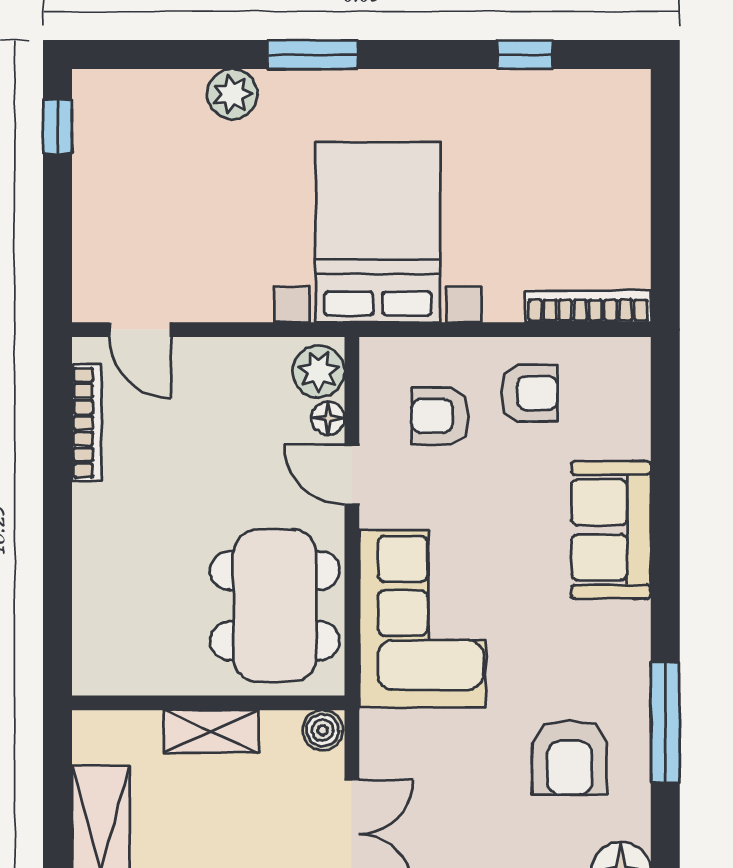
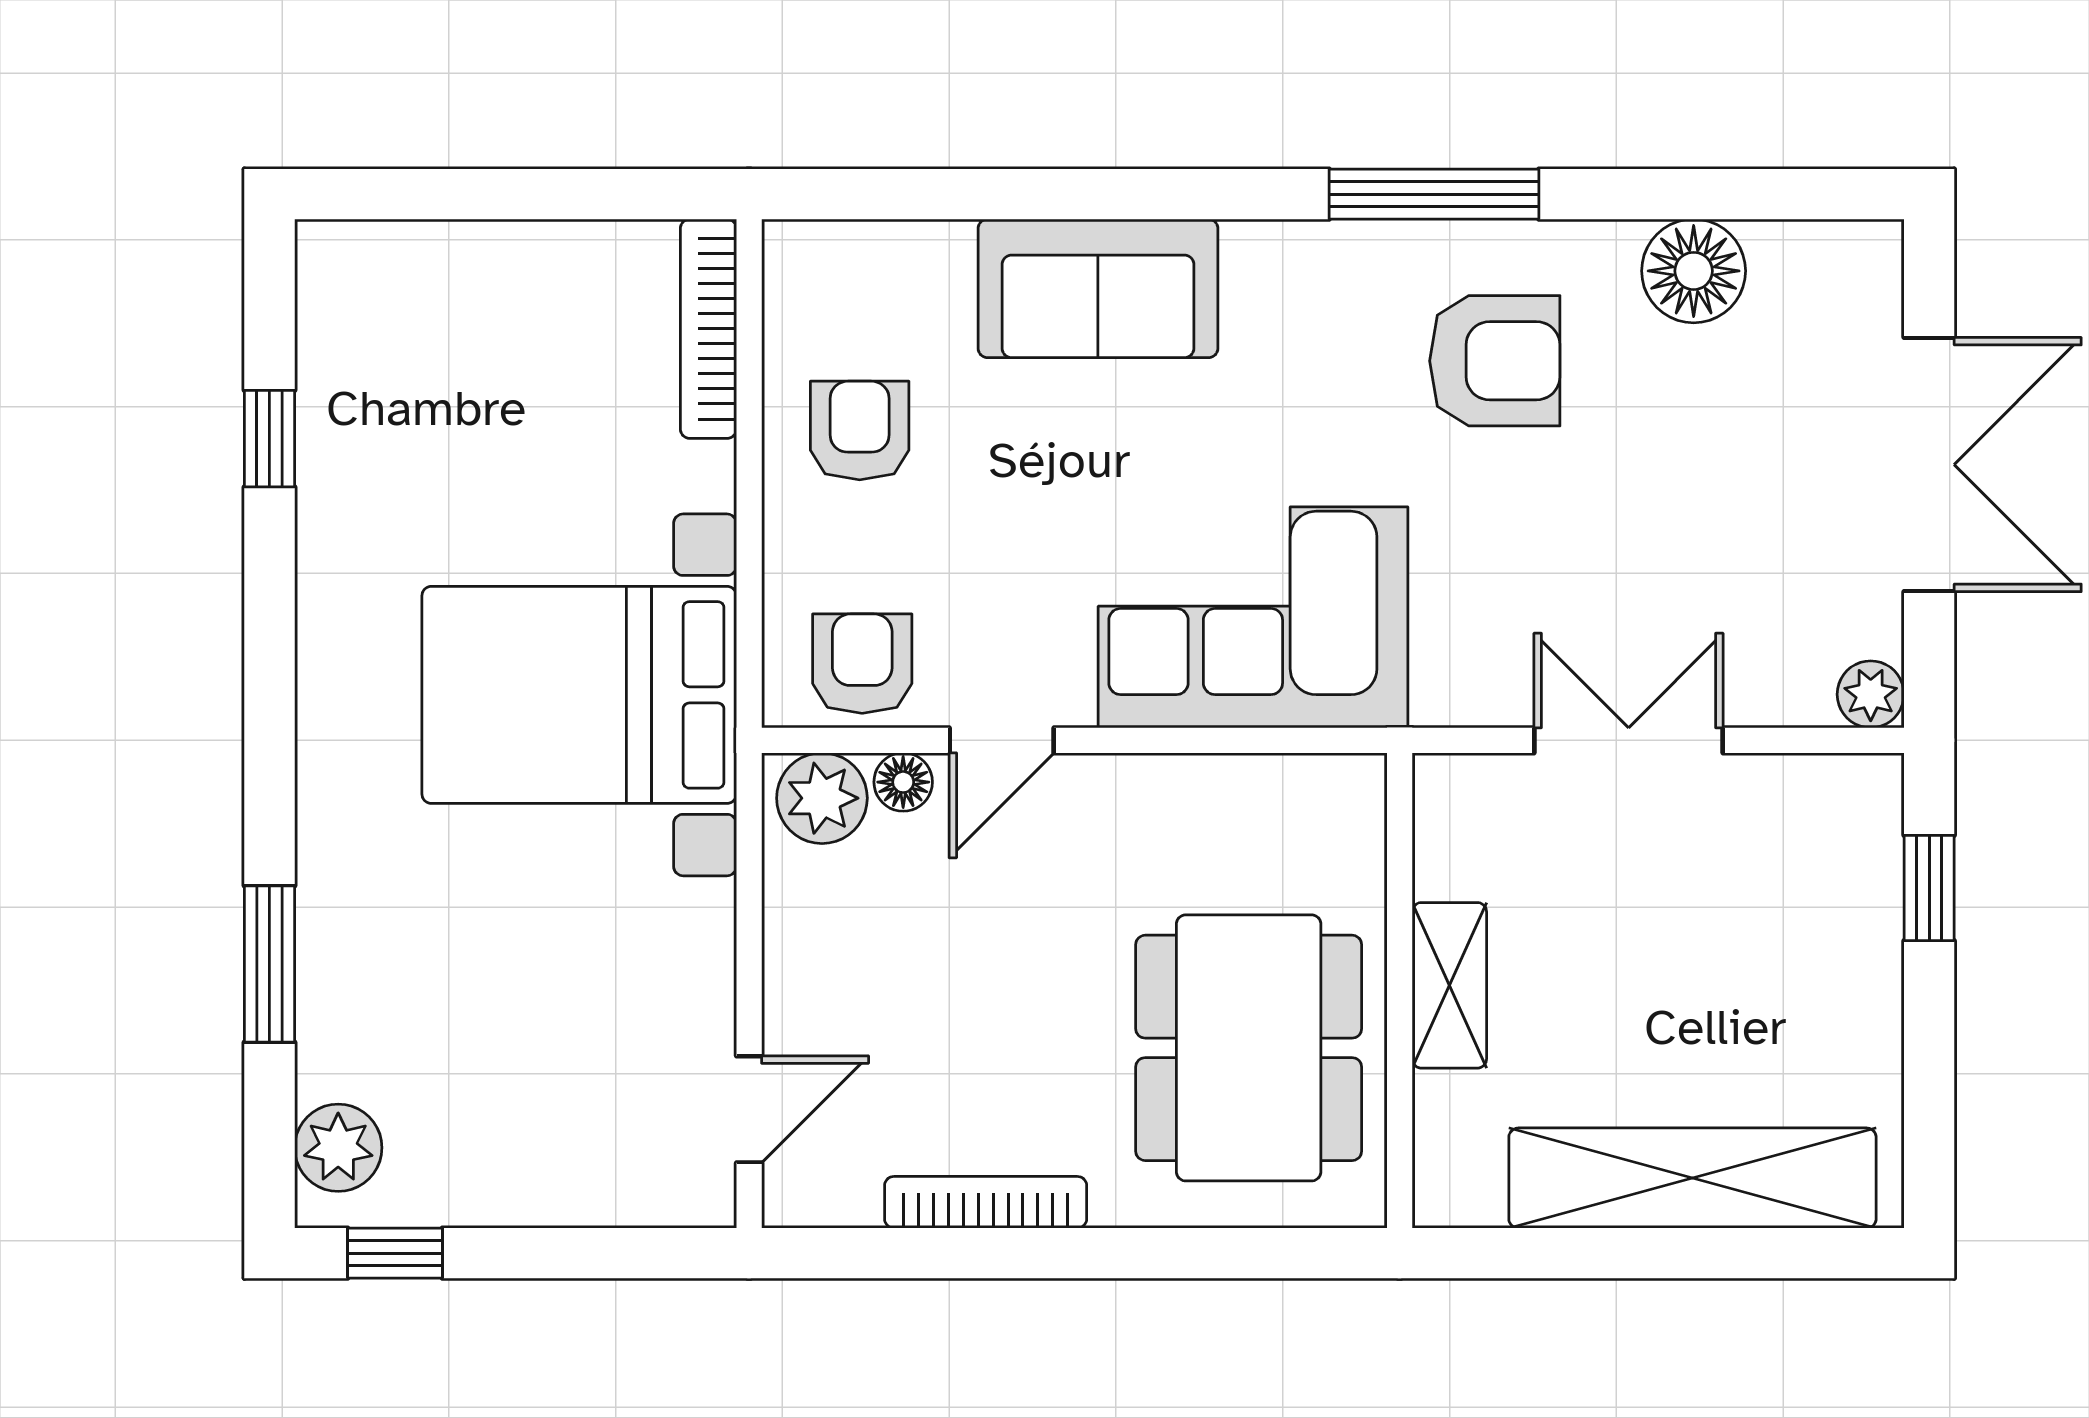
window: (313, 55) -> (269, 964), moved
plant: (232, 94) -> (338, 1148), moved
armchair: (440, 416) -> (862, 664), moved, turned 180
bookcase: (87, 423) -> (986, 1202), moved
dining table: (275, 606) -> (1249, 1048), moved, turned 90
boiler: (323, 730) -> (1447, 791), removed

